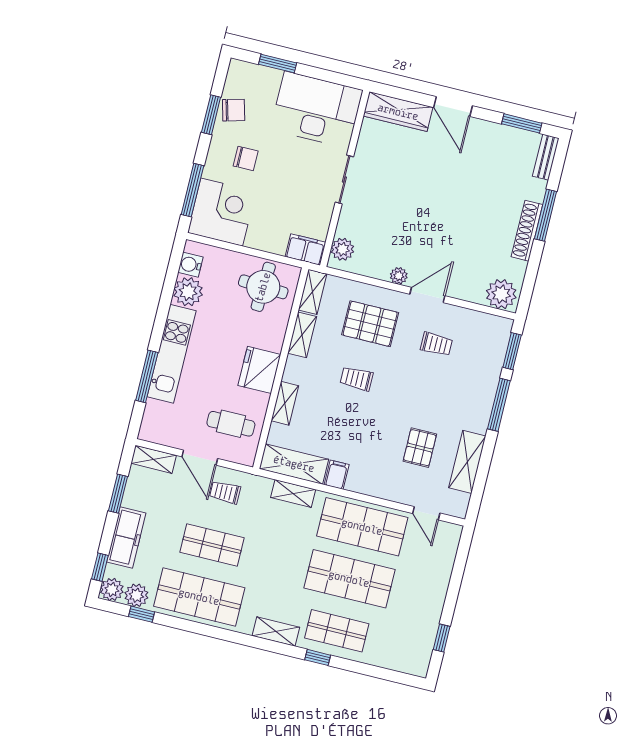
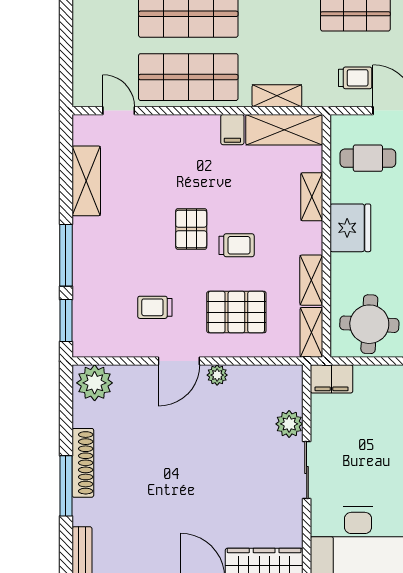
plant: (342, 249) -> (289, 424), moved
pallet: (420, 448) -> (191, 229), moved

